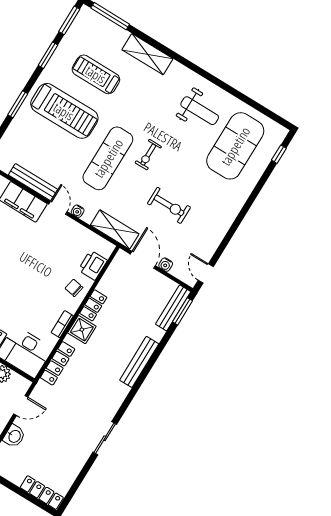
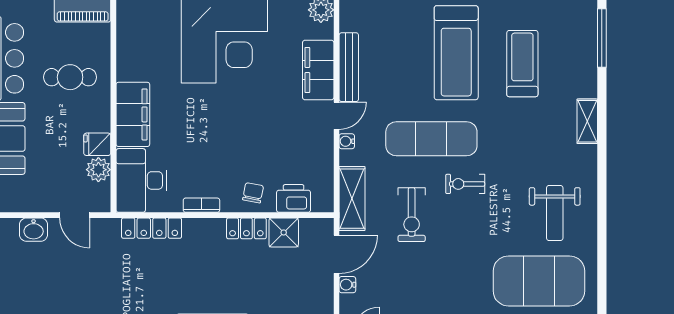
shelving: (147, 54) -> (587, 121), width x0.67, depth x0.75
exercise bike: (169, 205) -> (412, 215), moved
shower: (82, 330) -> (284, 232), moved

